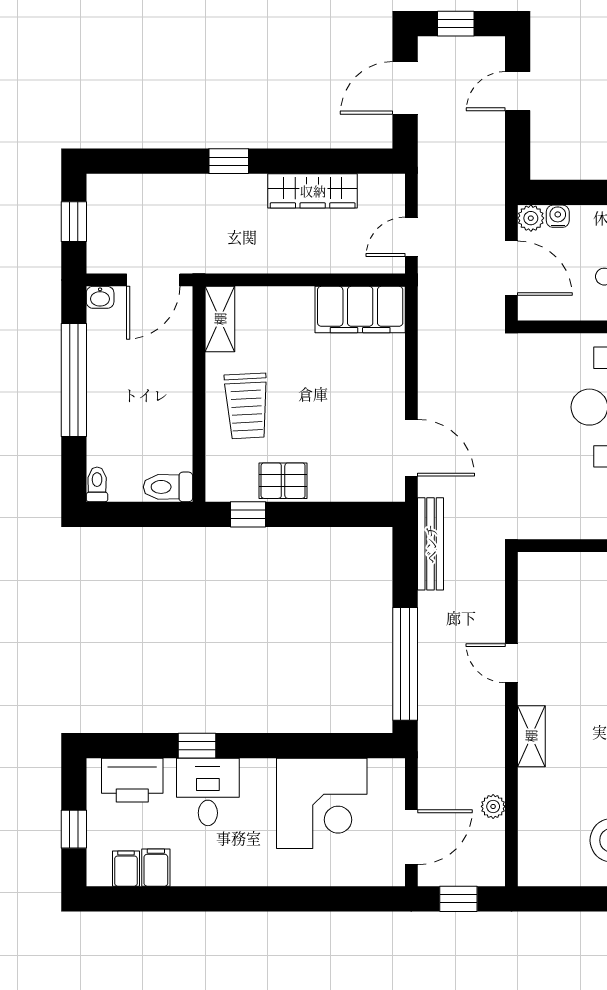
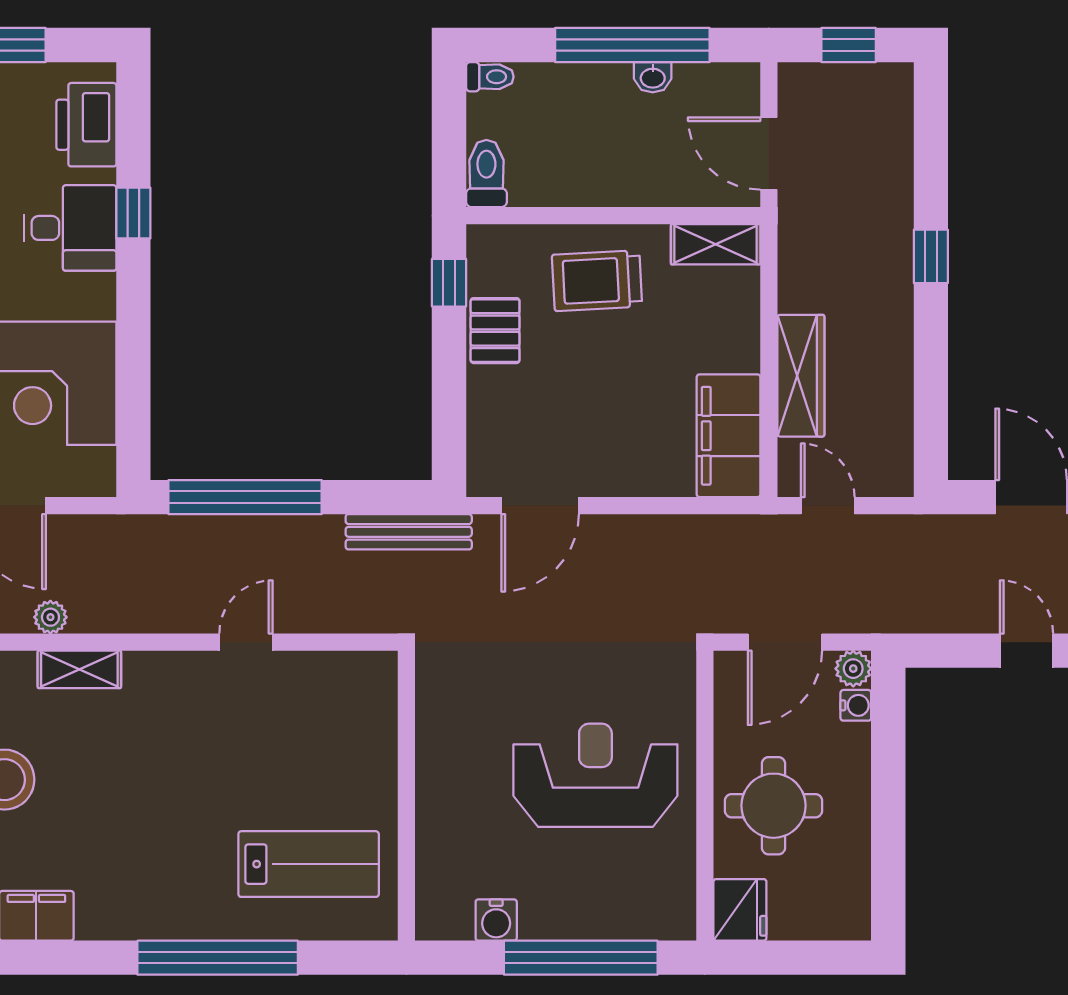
wardrobe: (313, 191) -> (801, 376), moved, turned 180
washbasin: (100, 297) -> (653, 77), moved, turned -90
shelving: (531, 736) -> (79, 669), moved

